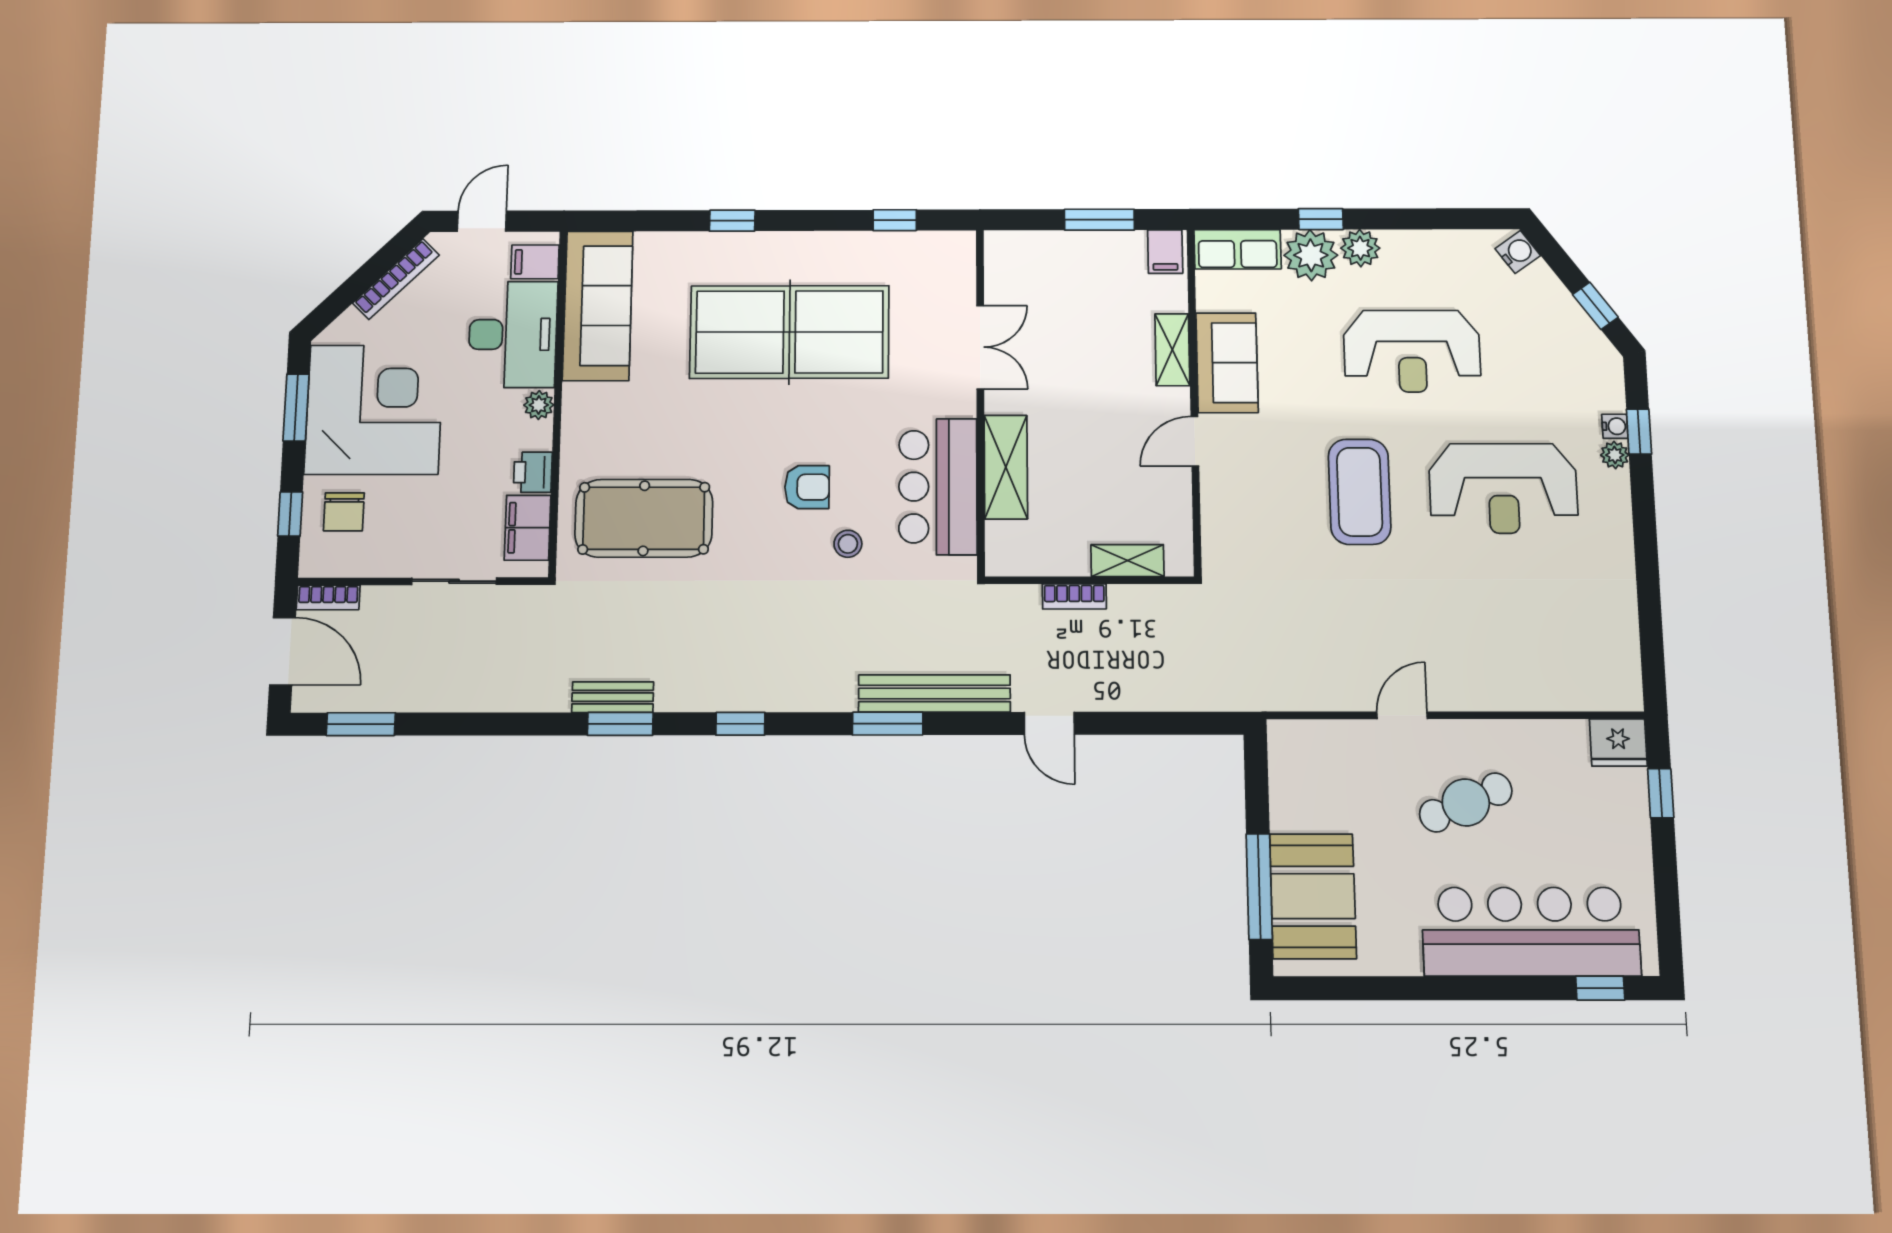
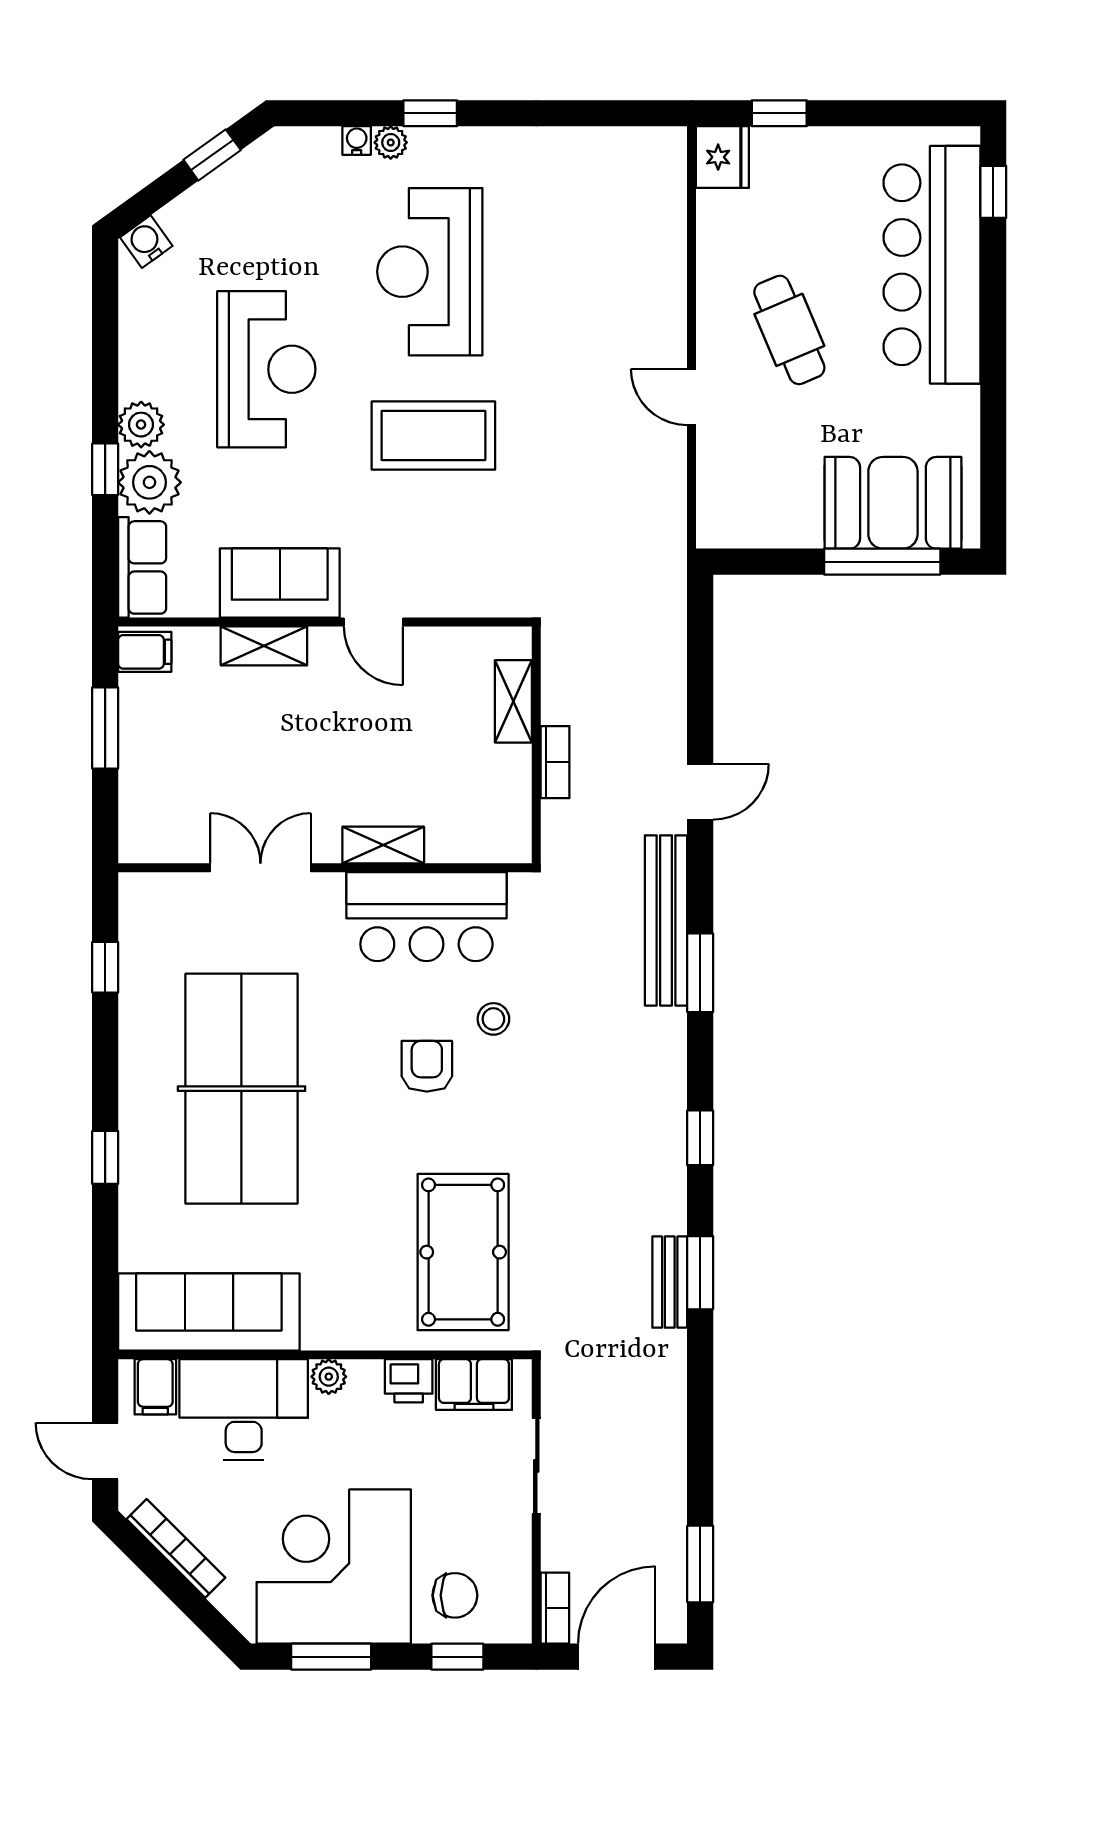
window: (1639, 432) -> (430, 113), moved
shelving: (1006, 467) -> (383, 845), width x0.67, depth x0.75
reception desk: (1503, 488) -> (430, 272), turned 180

